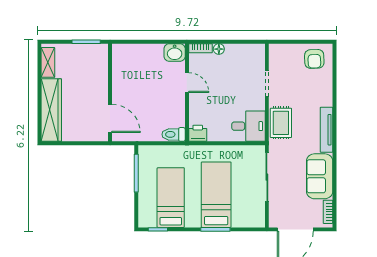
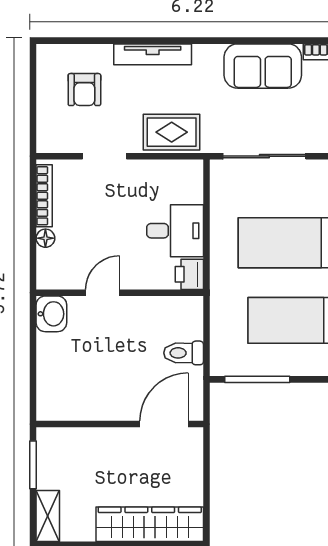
bookcase: (201, 48) -> (44, 196), moved, width x1.56
armchair: (314, 59) -> (84, 90), moved, turned 92
shelving: (48, 62) -> (48, 516), moved, turned 90
desk: (248, 126) -> (175, 231), moved, turned 90
tv unit: (326, 130) -> (153, 54), moved
toilet: (174, 134) -> (184, 353), moved, turned 90

